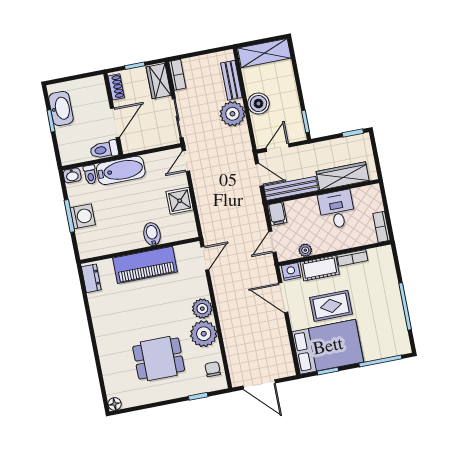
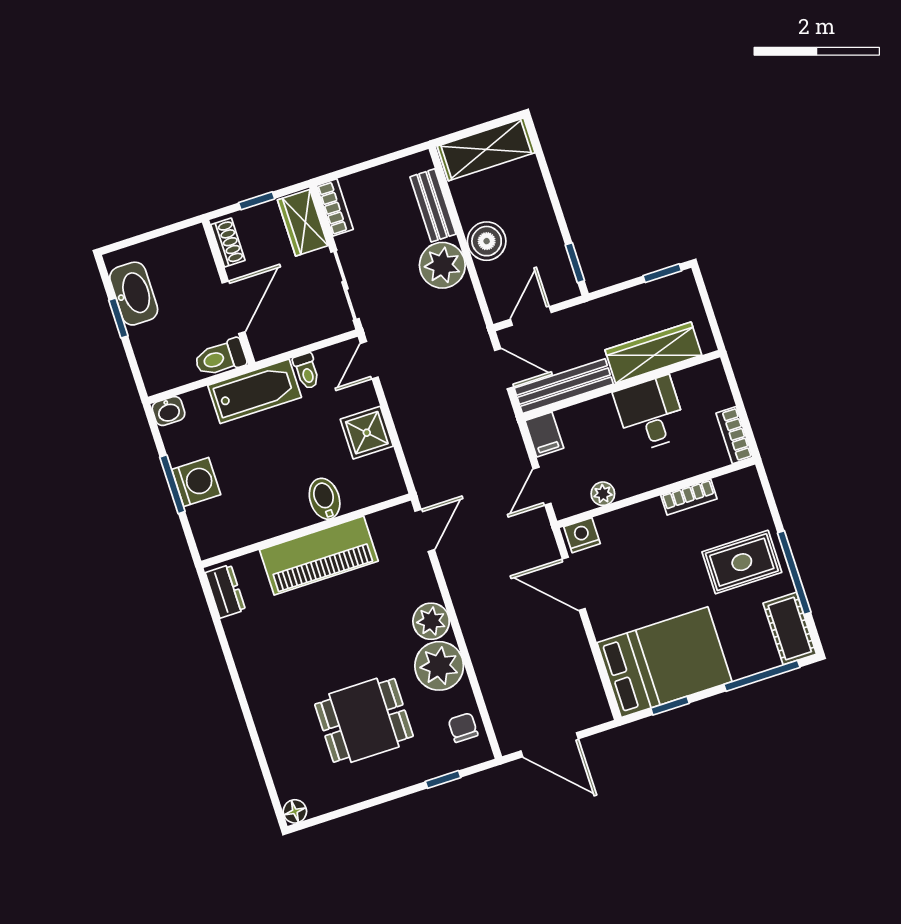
toilet: (90, 175) -> (307, 371), moved
cot: (320, 268) -> (790, 629), moved, turned 90
rug: (331, 306) -> (742, 562), moved

